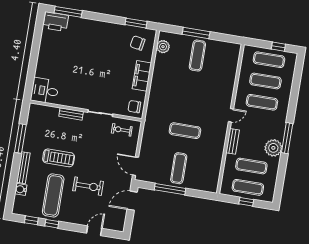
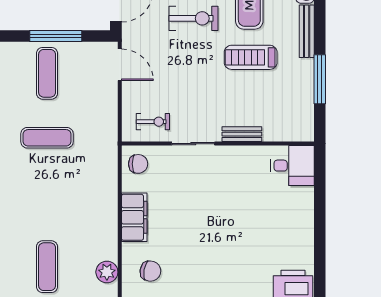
exercise bike: (88, 186) -> (193, 18), turned 180

